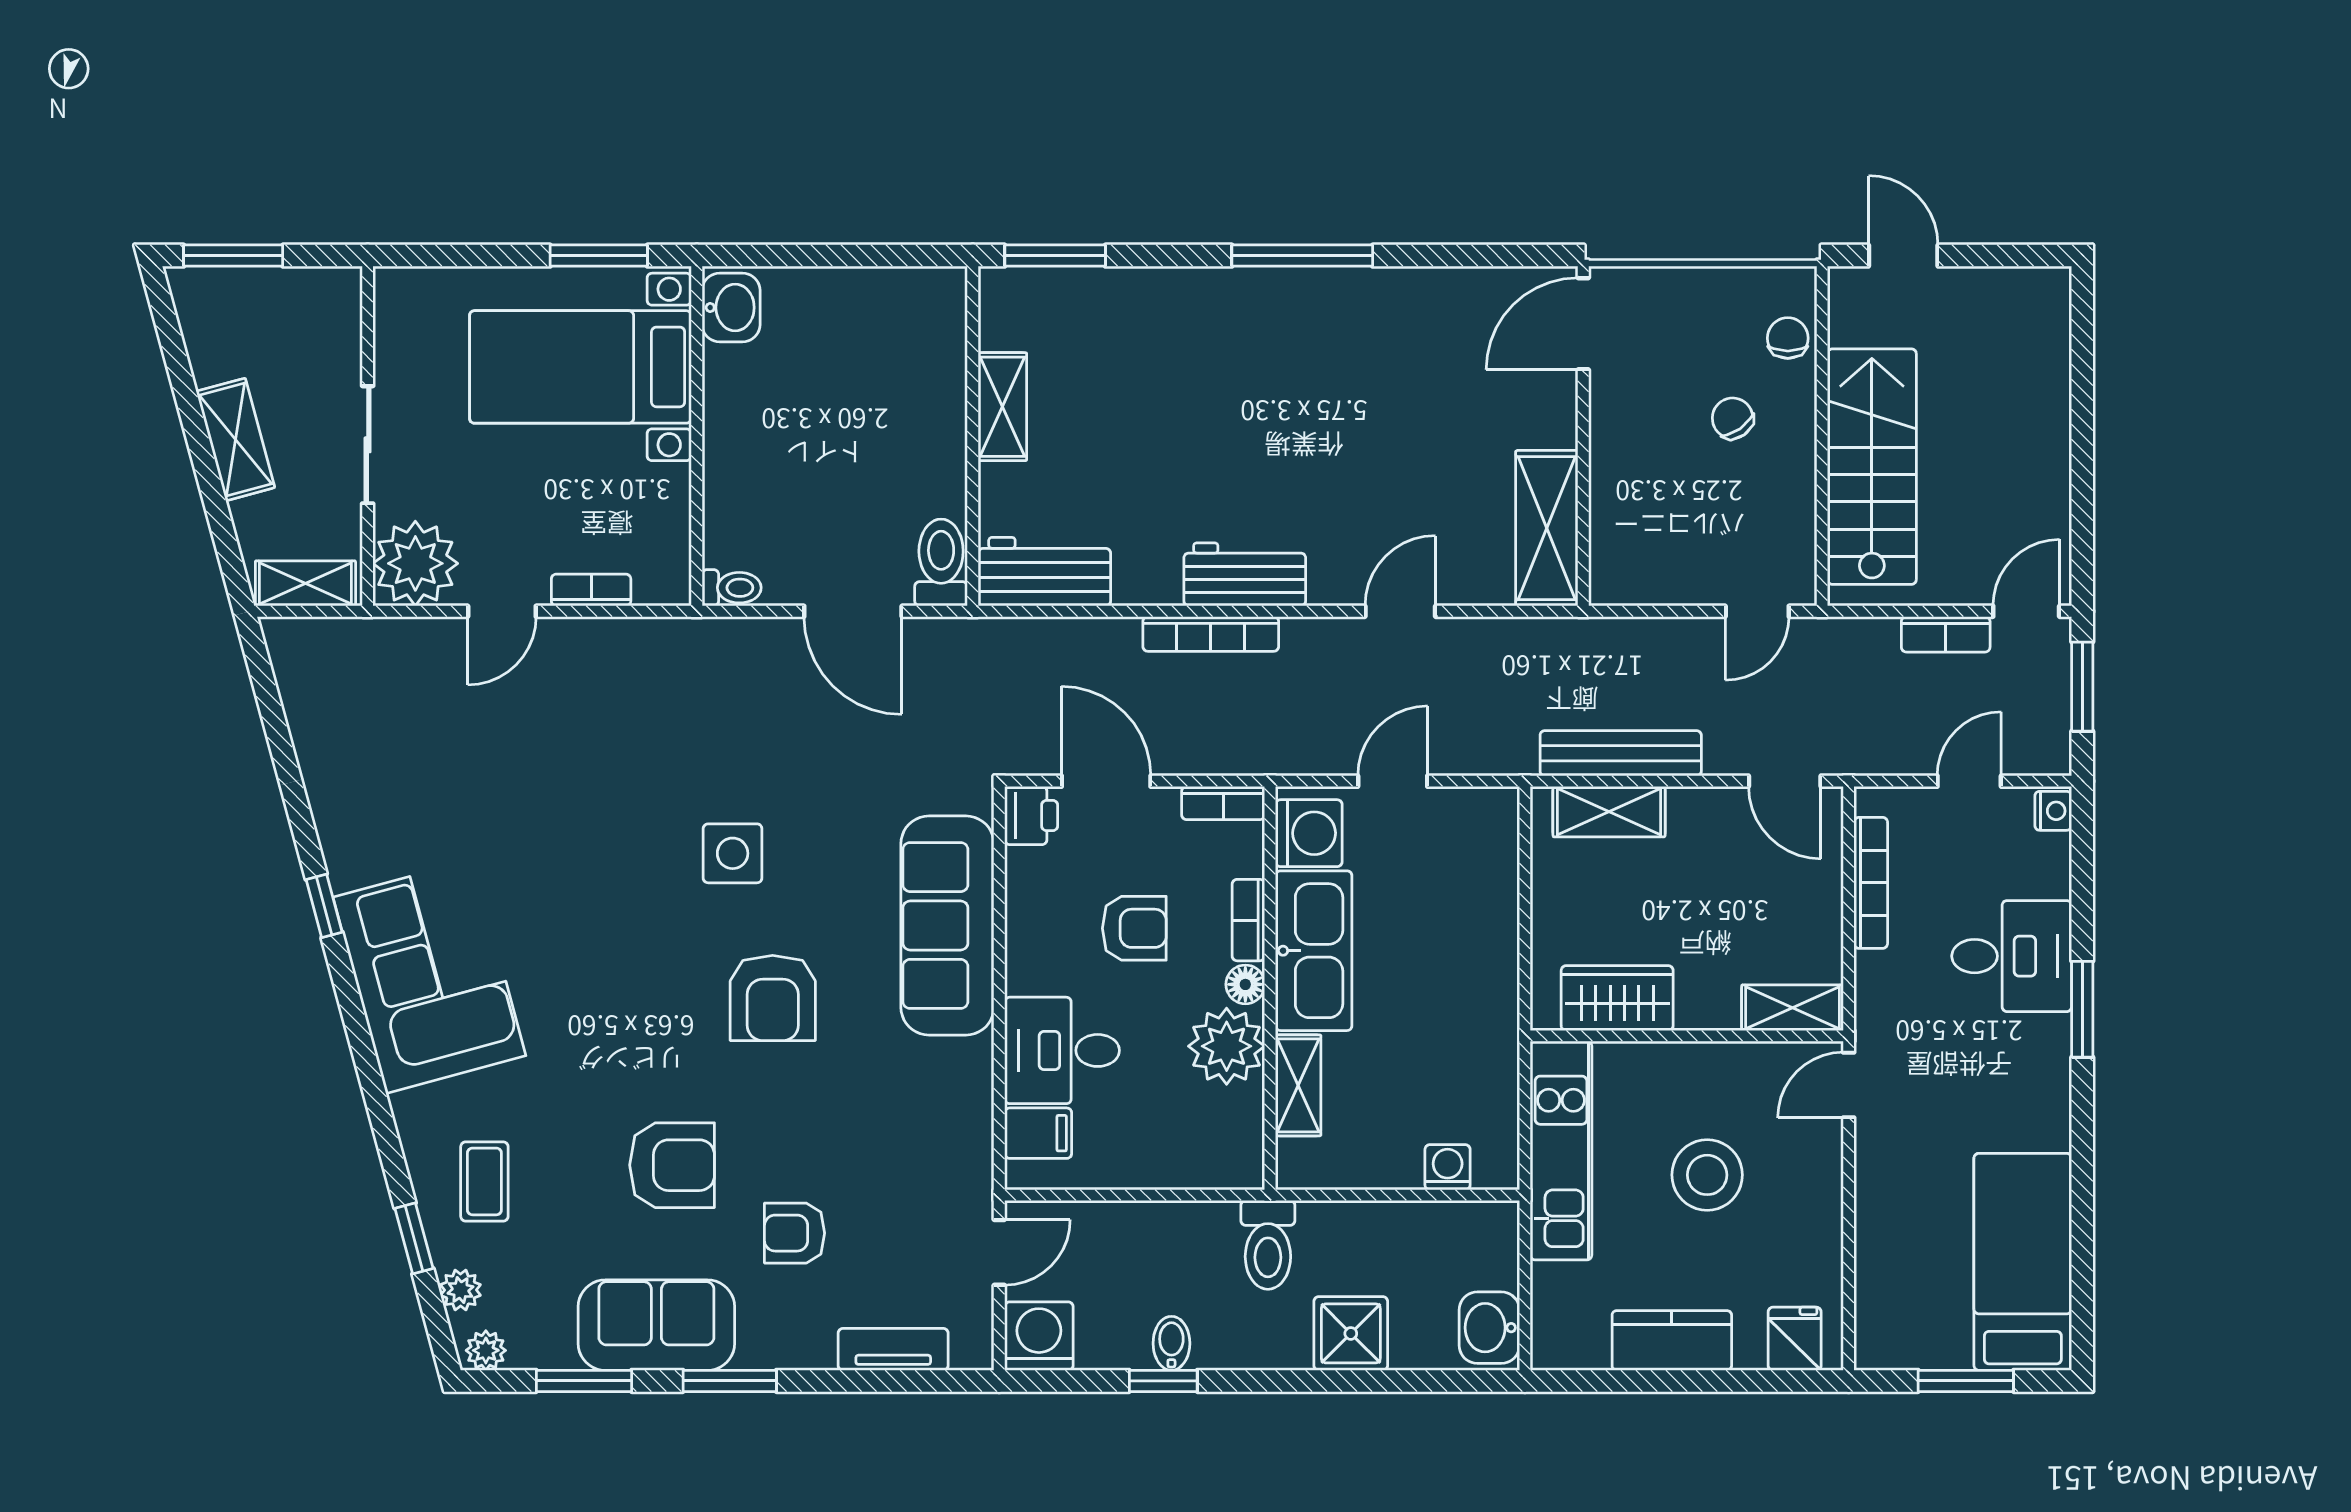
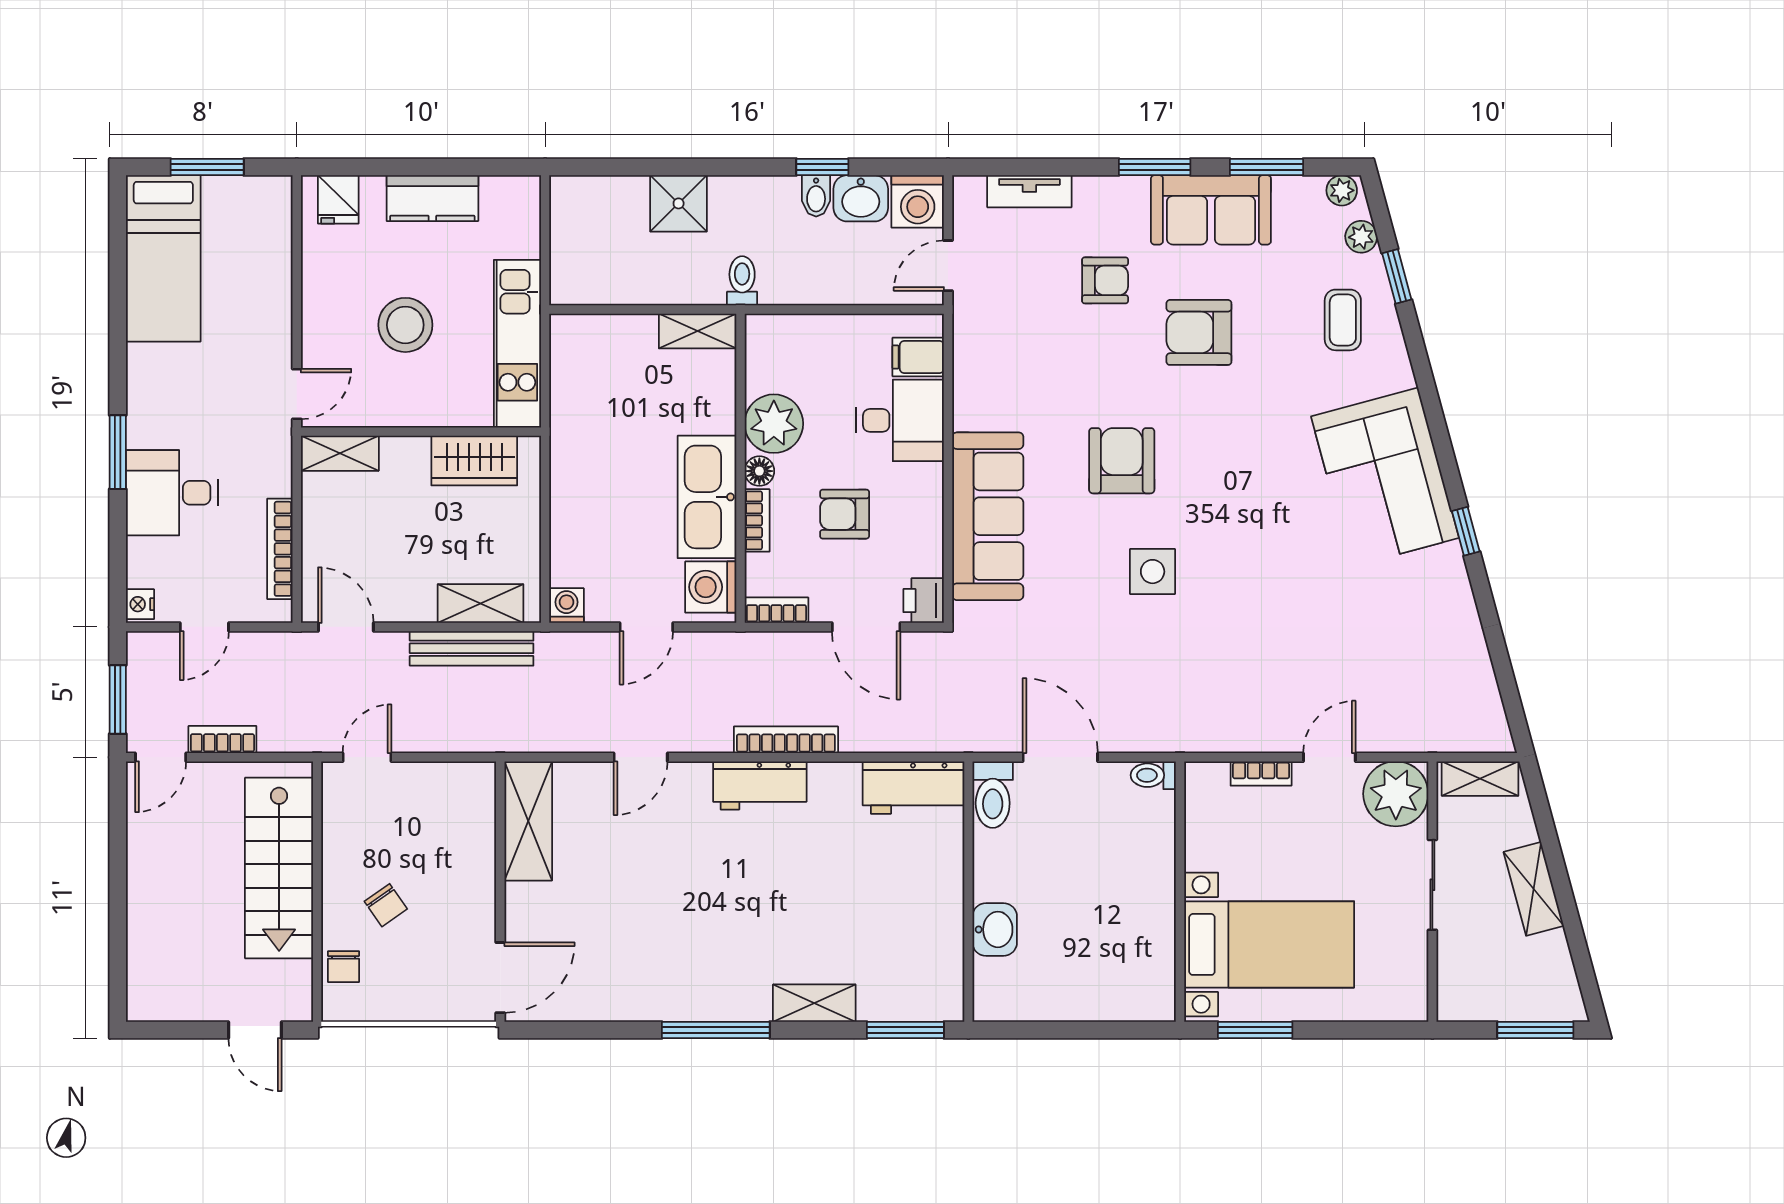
washbasin: (731, 308) -> (995, 929), moved, turned 180
shelving: (1002, 407) -> (814, 1003), moved, turned 90
shelving: (1298, 1085) -> (698, 331), moved, turned 90
washing machine: (1448, 1167) -> (566, 606), moved, turned 180
toilet: (1268, 1245) -> (742, 281), width x0.73, depth x0.72
washbasin: (1489, 1328) -> (861, 198), moved, turned 90

